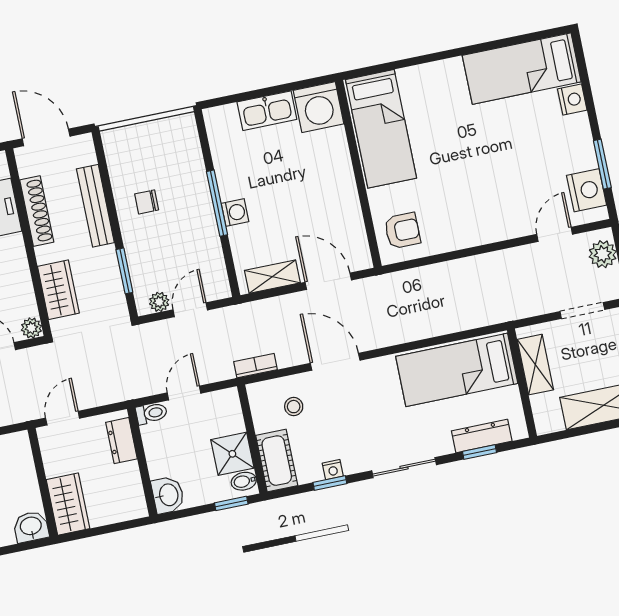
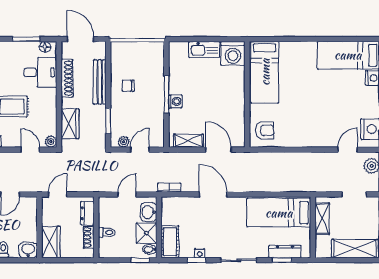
stool: (294, 407) -> (185, 214), removed
toilet: (151, 413) -> (107, 232), moved
shoe rack: (132, 482) -> (89, 237), added
washbasin: (168, 495) -> (149, 212), moved, turned 180

